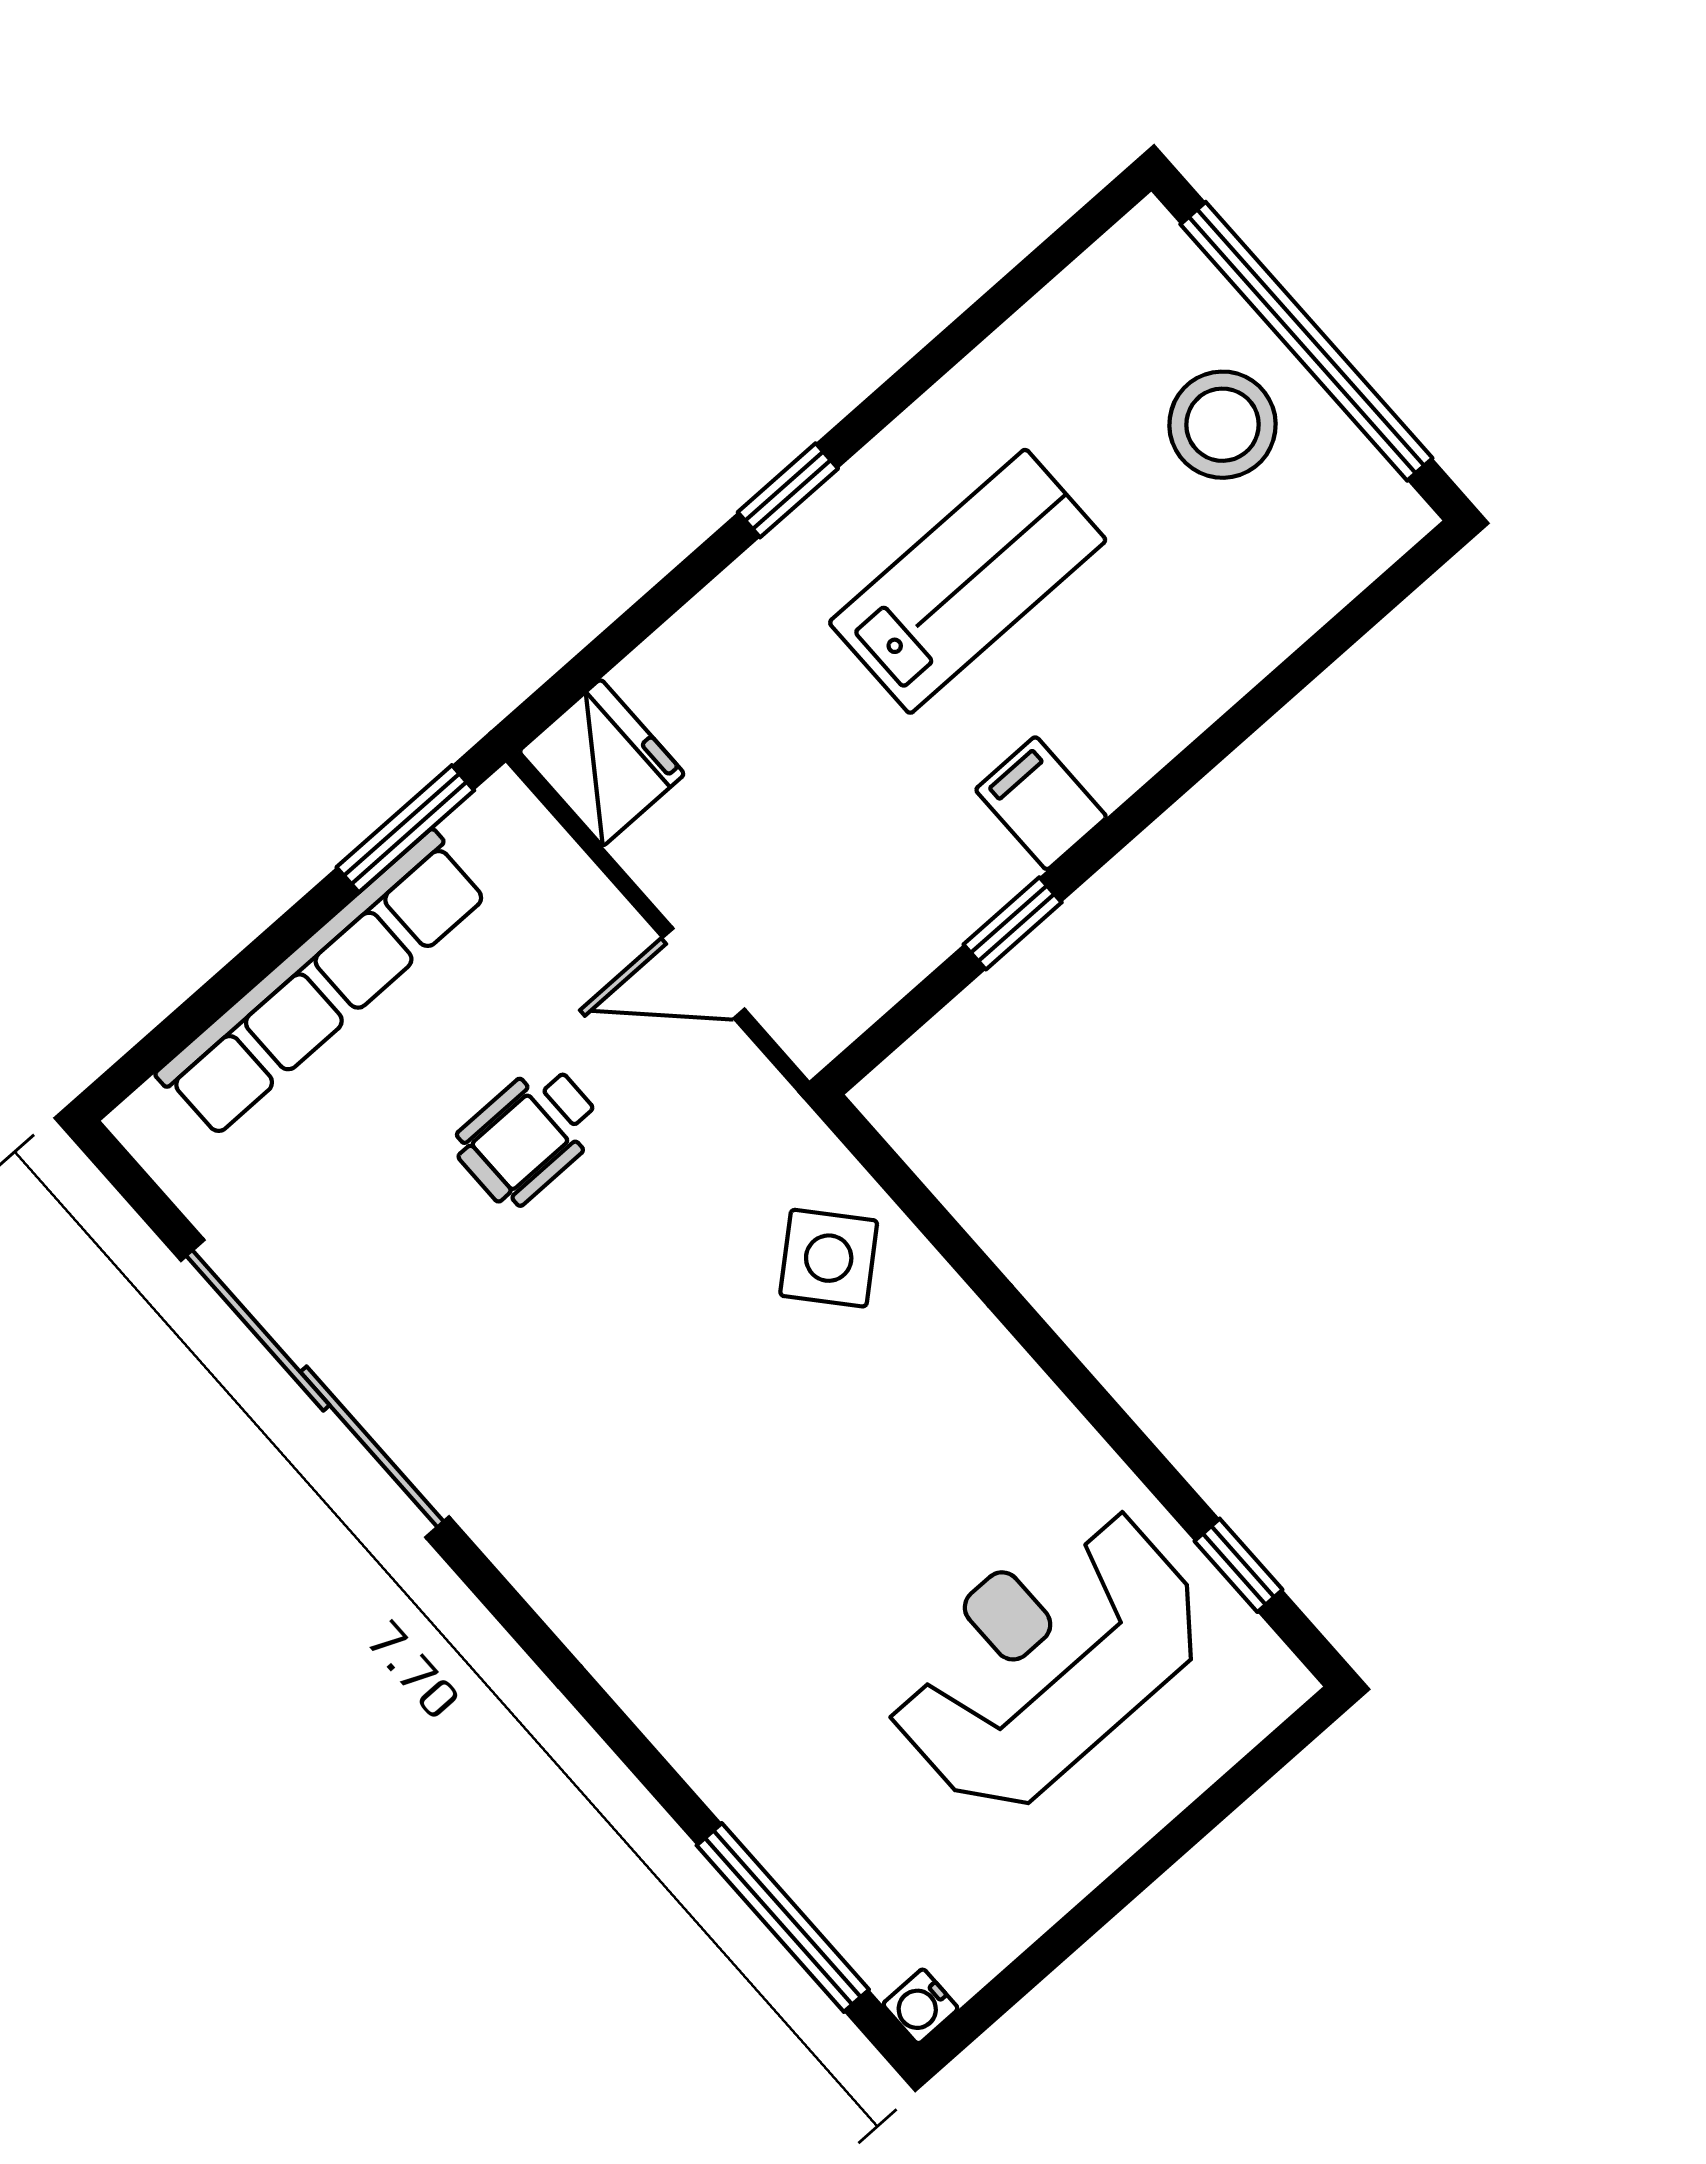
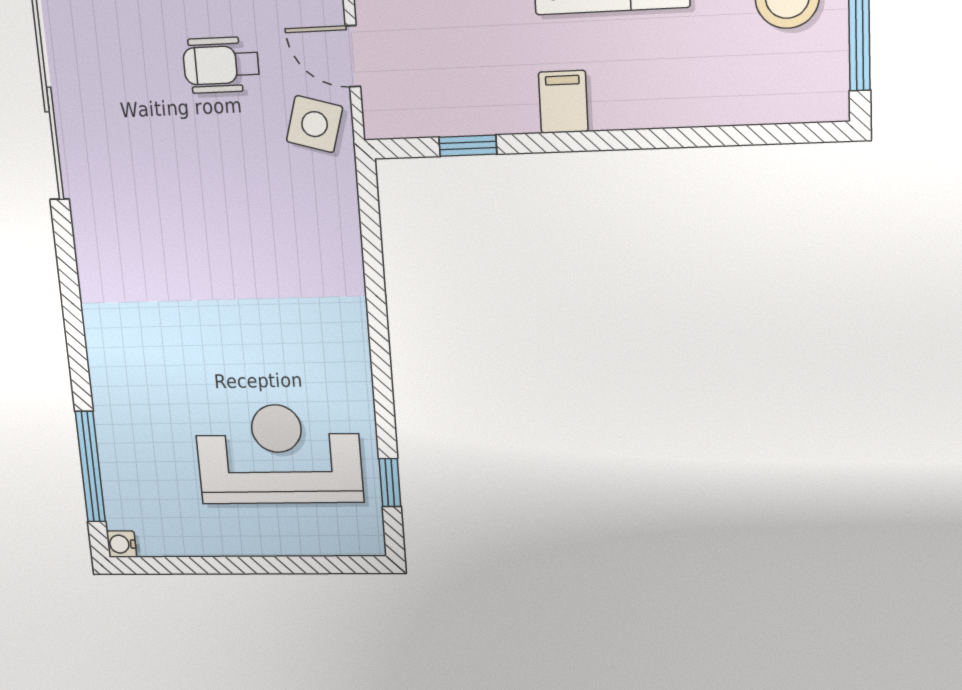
window: (1013, 923) -> (468, 146), moved
side table: (829, 1258) -> (315, 124), moved, turned -33

